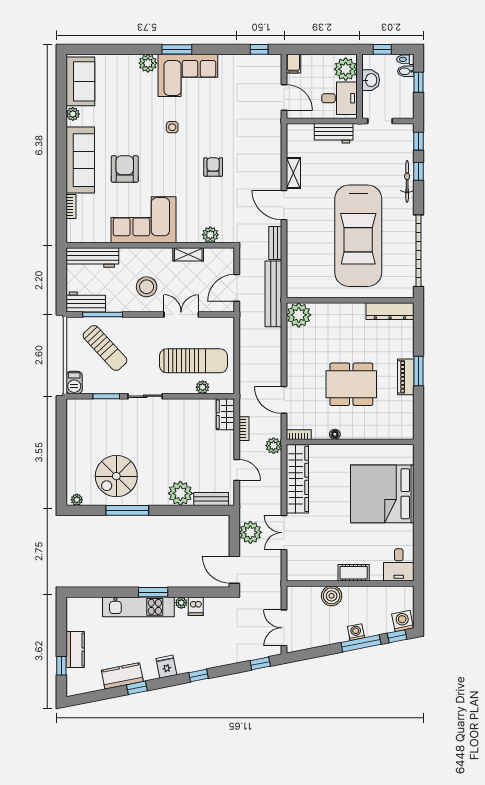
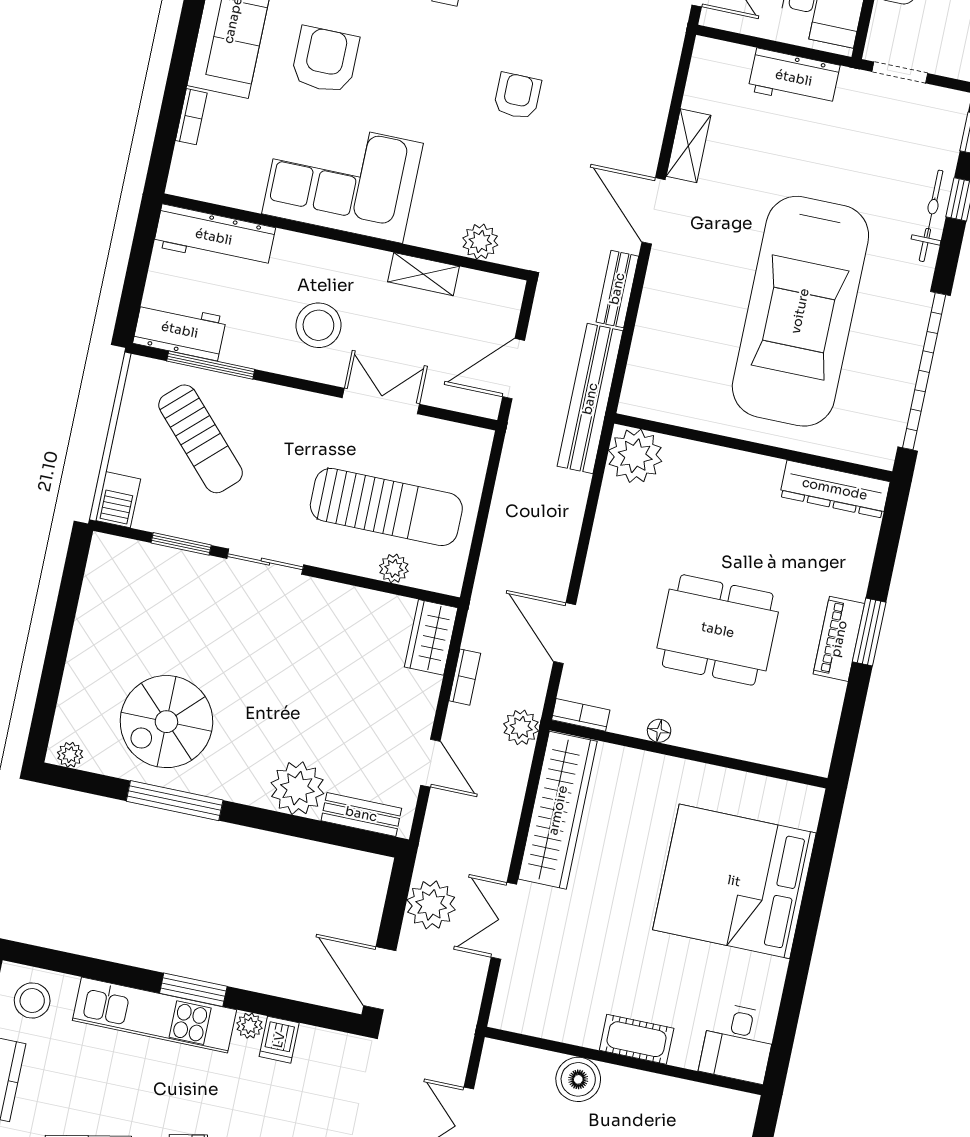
stool: (83, 612) -> (32, 1000), added

